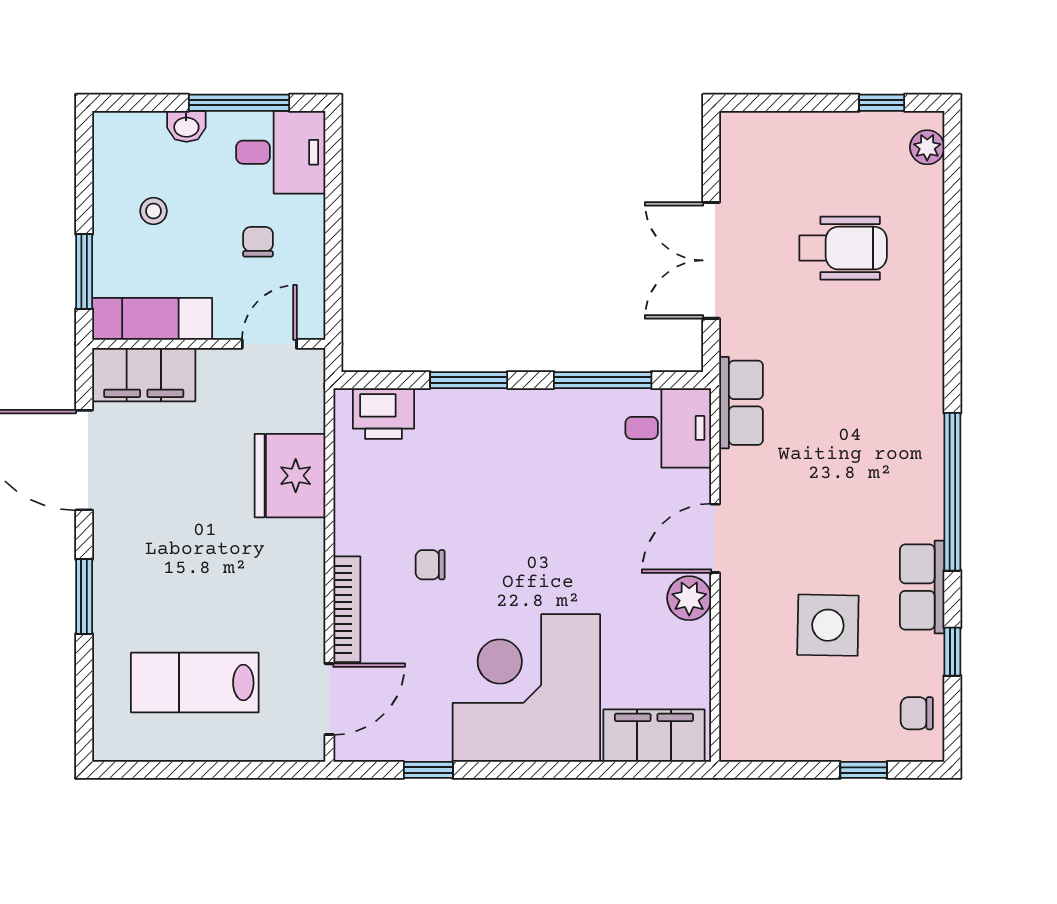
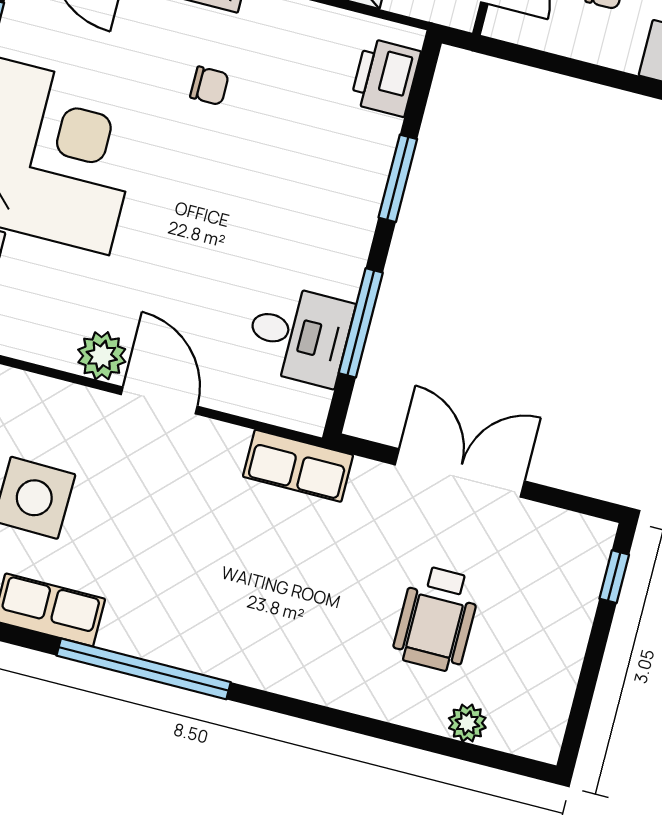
window: (882, 103) -> (614, 577), moved
plant: (927, 147) -> (467, 723), moved
desk: (668, 428) -> (299, 335), moved, turned -90
chair: (430, 565) -> (209, 86), turned 90

